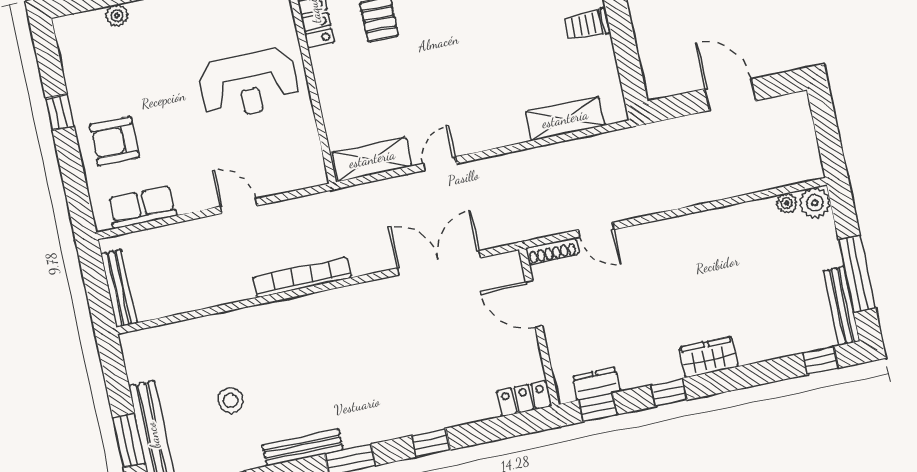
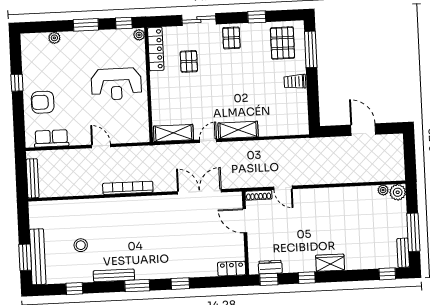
shelving: (565, 119) -> (238, 130), moved
bench: (842, 306) -> (403, 253), width x0.73

